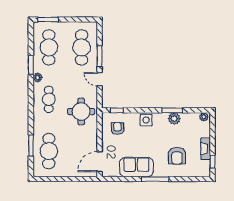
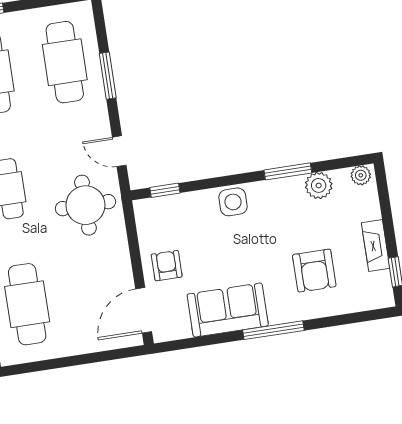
door: (100, 79) -> (119, 151), moved
plant: (174, 119) -> (319, 185), moved
armchair: (118, 128) -> (167, 266), moved

